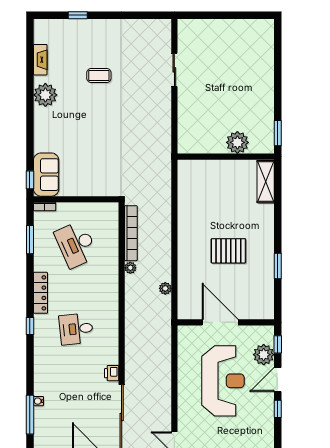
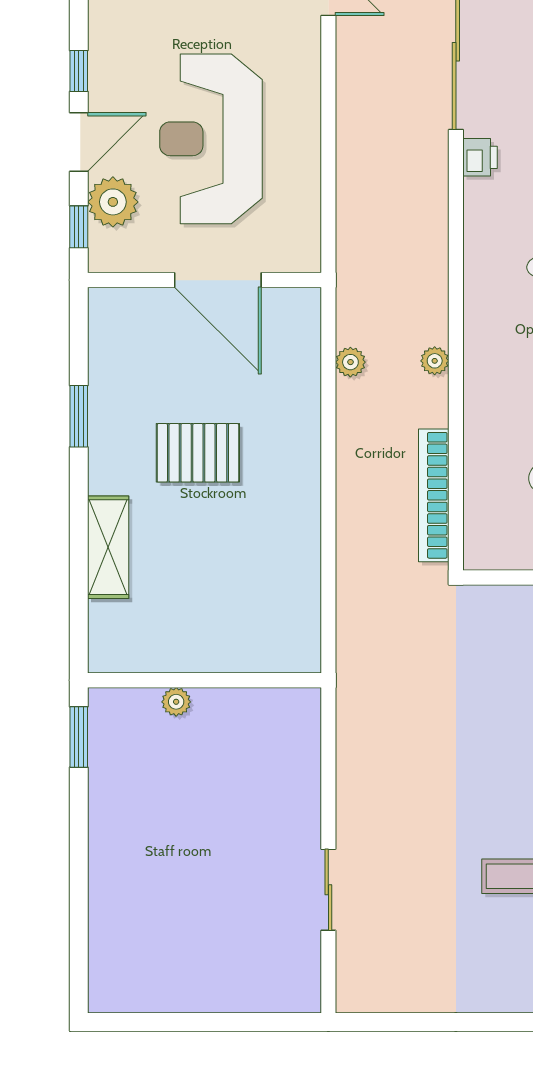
plant: (237, 142) -> (176, 702), width x0.53, depth x0.53
shelving: (266, 182) -> (108, 547), moved
plant: (130, 268) -> (435, 361), moved

